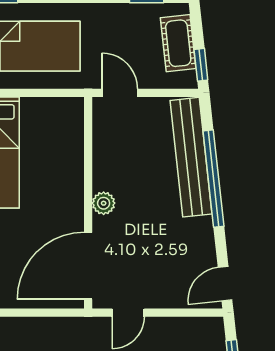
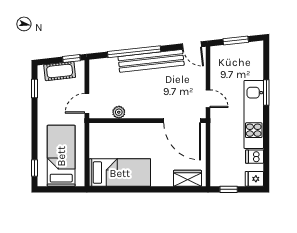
bench: (191, 157) -> (151, 61), moved
plant: (104, 203) -> (119, 112), moved

